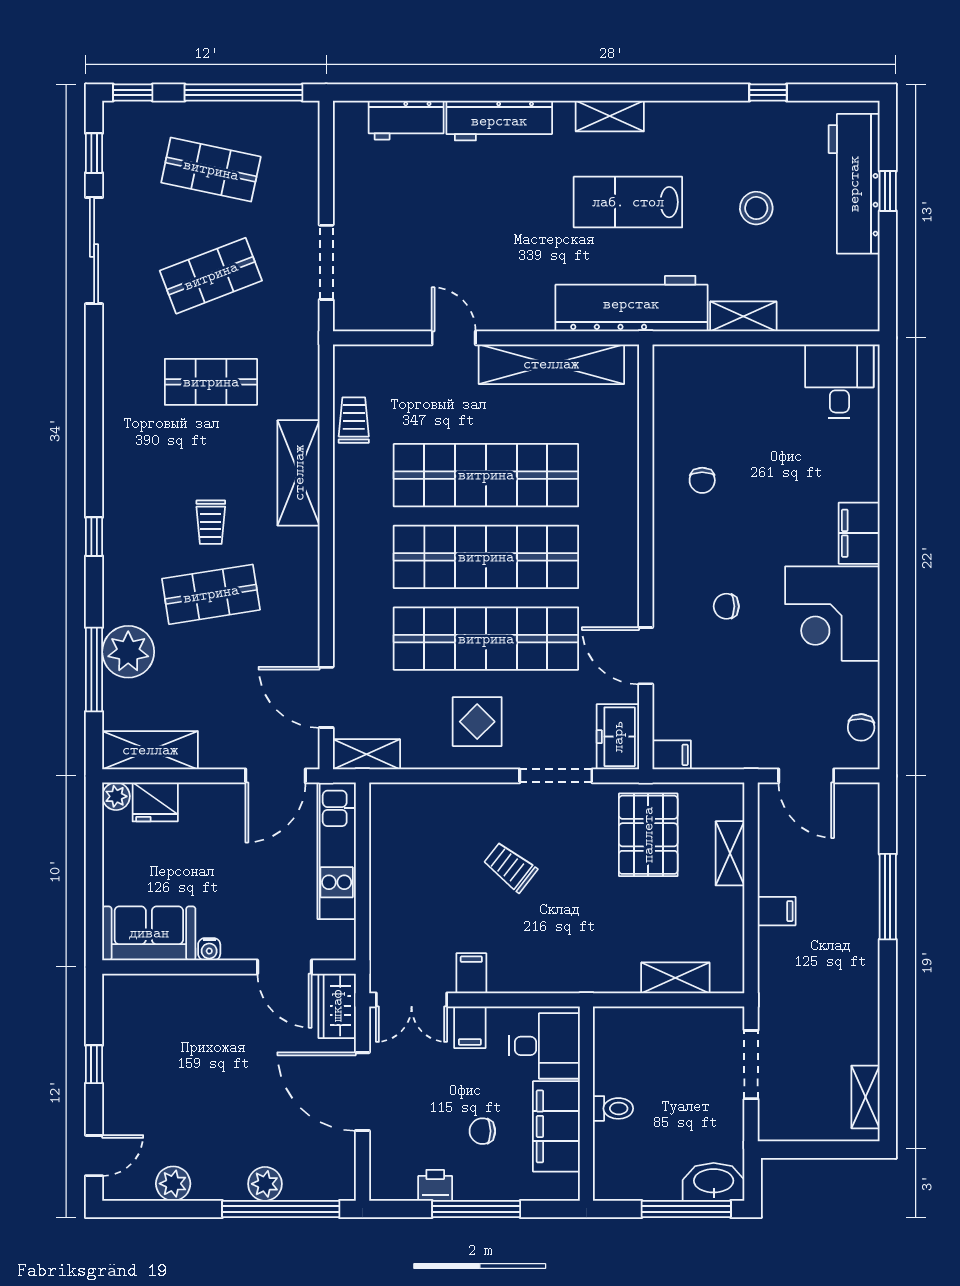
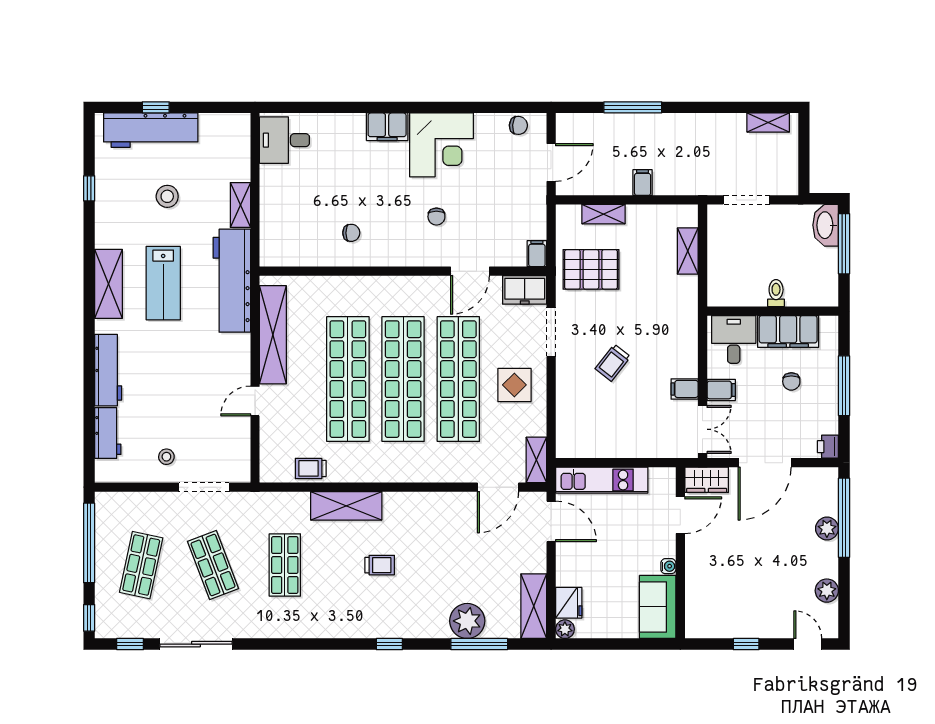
shelving: (610, 116) -> (109, 284), width x1.50, depth x1.33
stool: (371, 207) -> (166, 457), added
shop shelf: (211, 594) -> (428, 565), removed
printer: (435, 1185) -> (828, 447), moved

